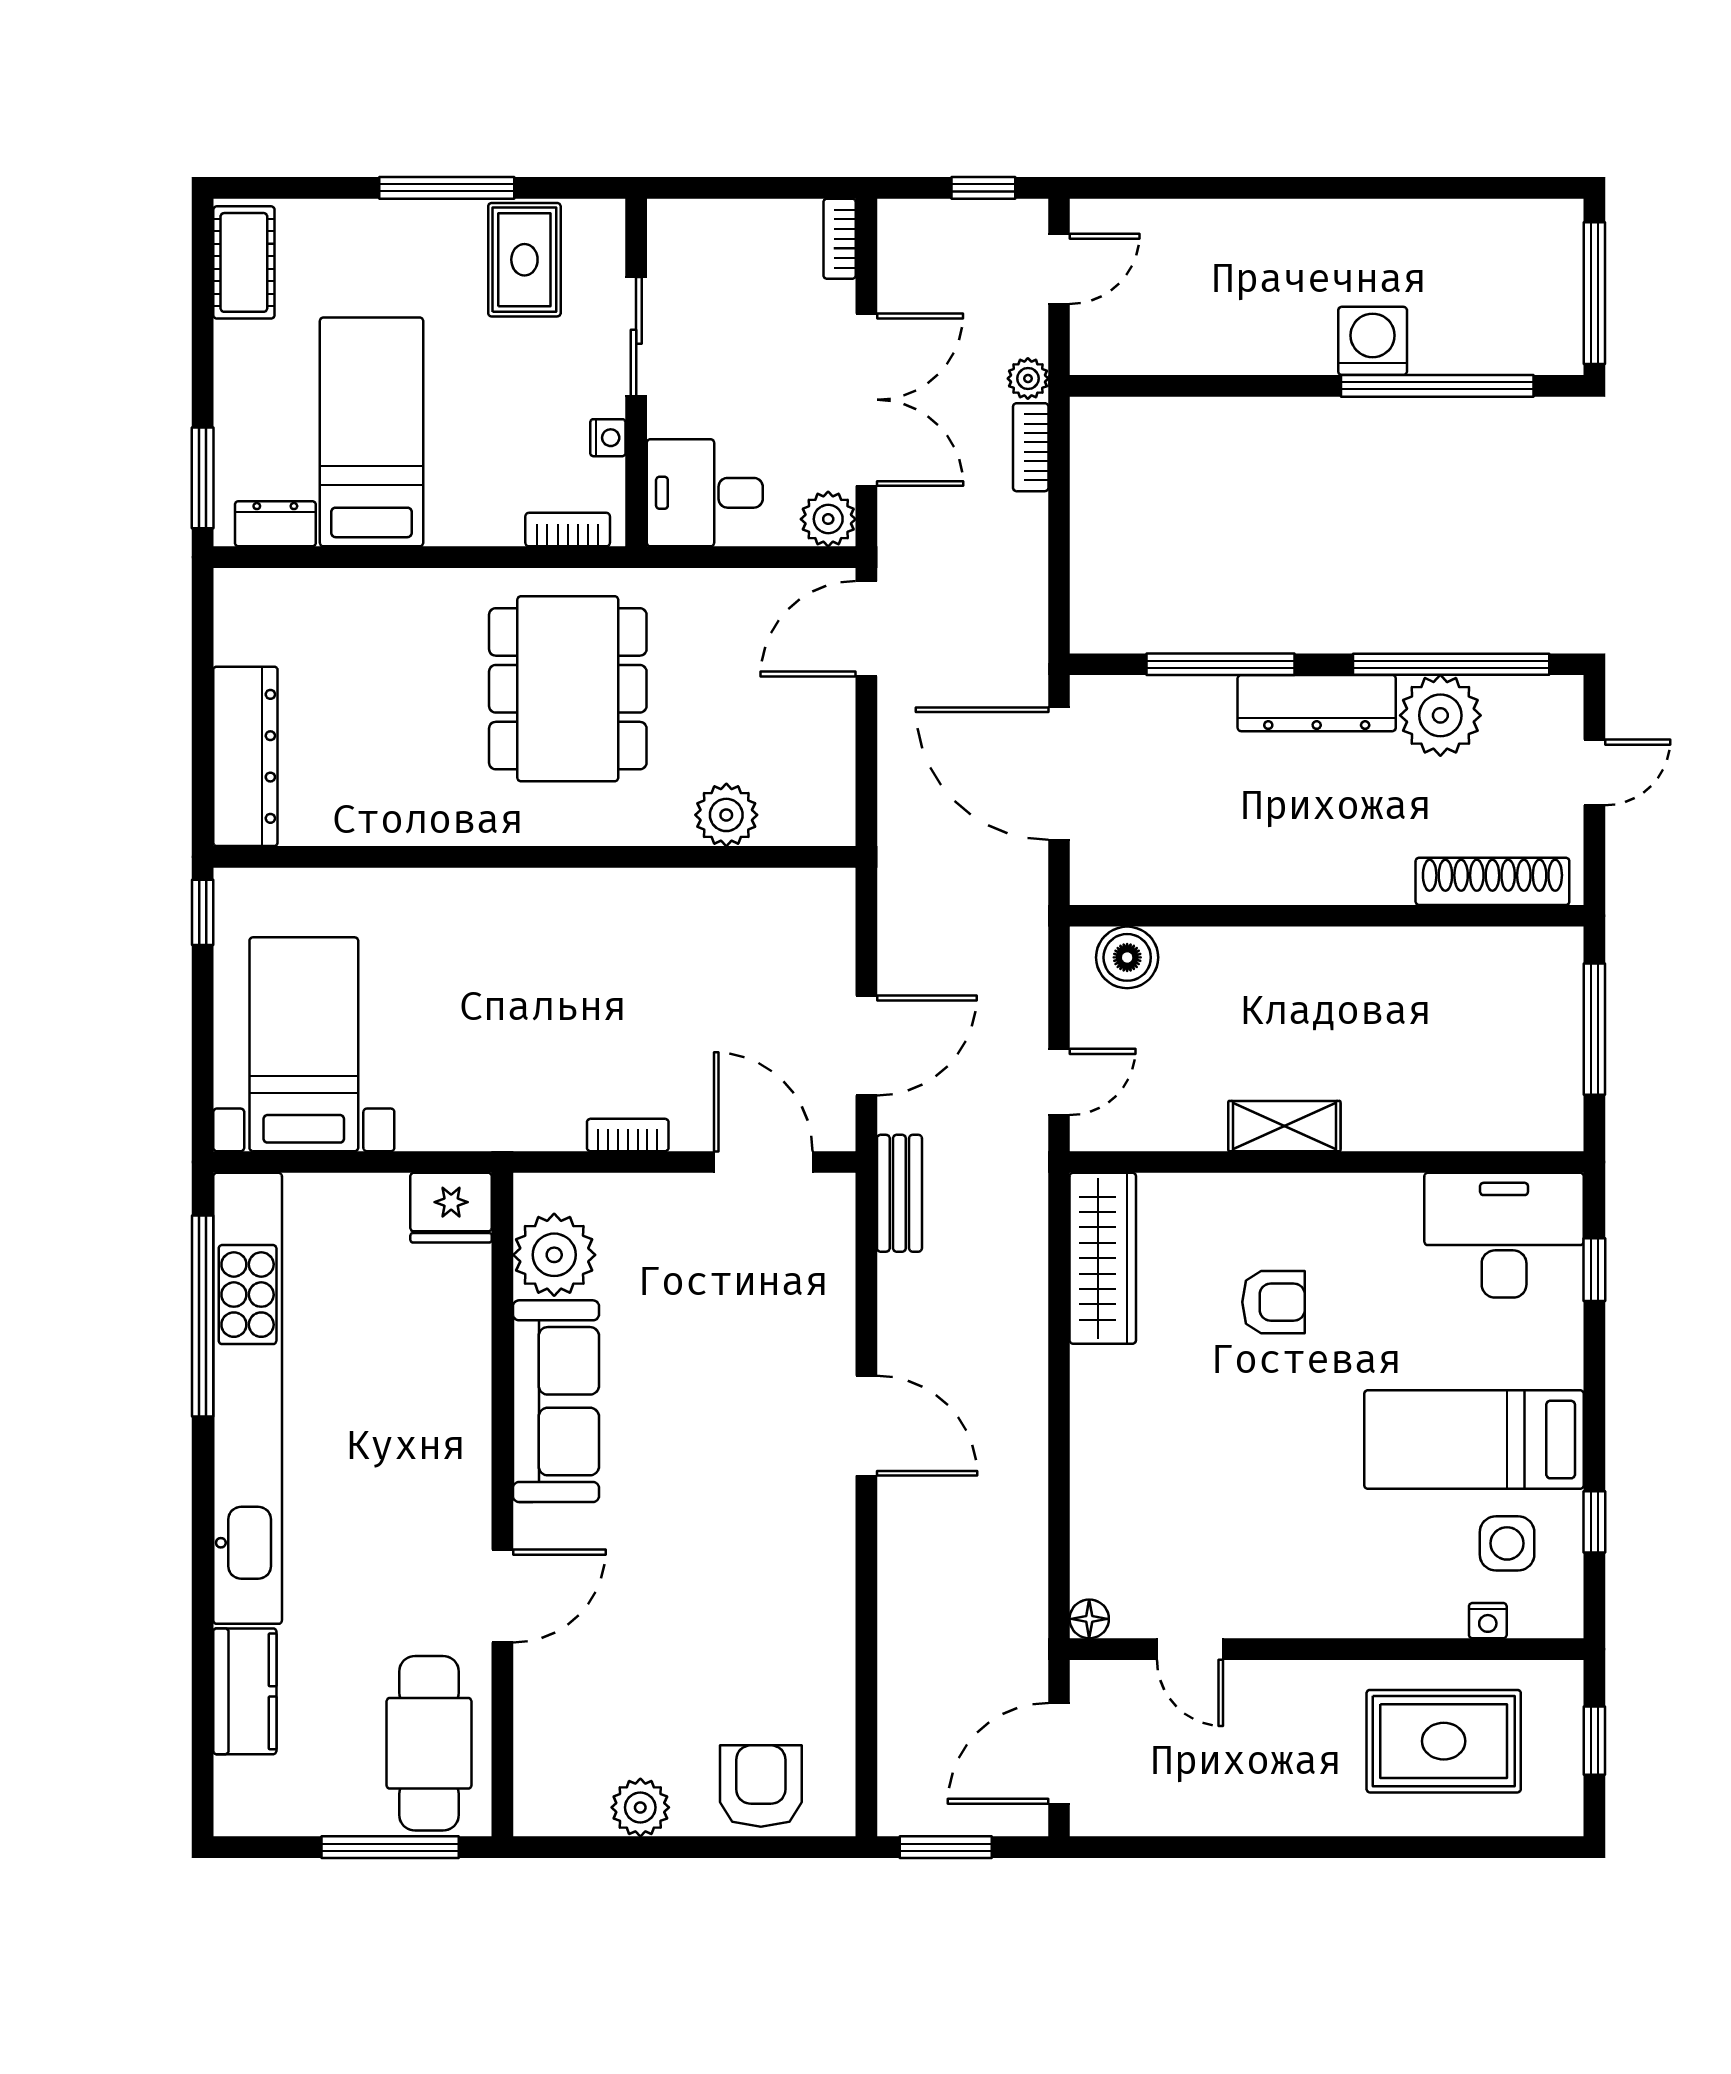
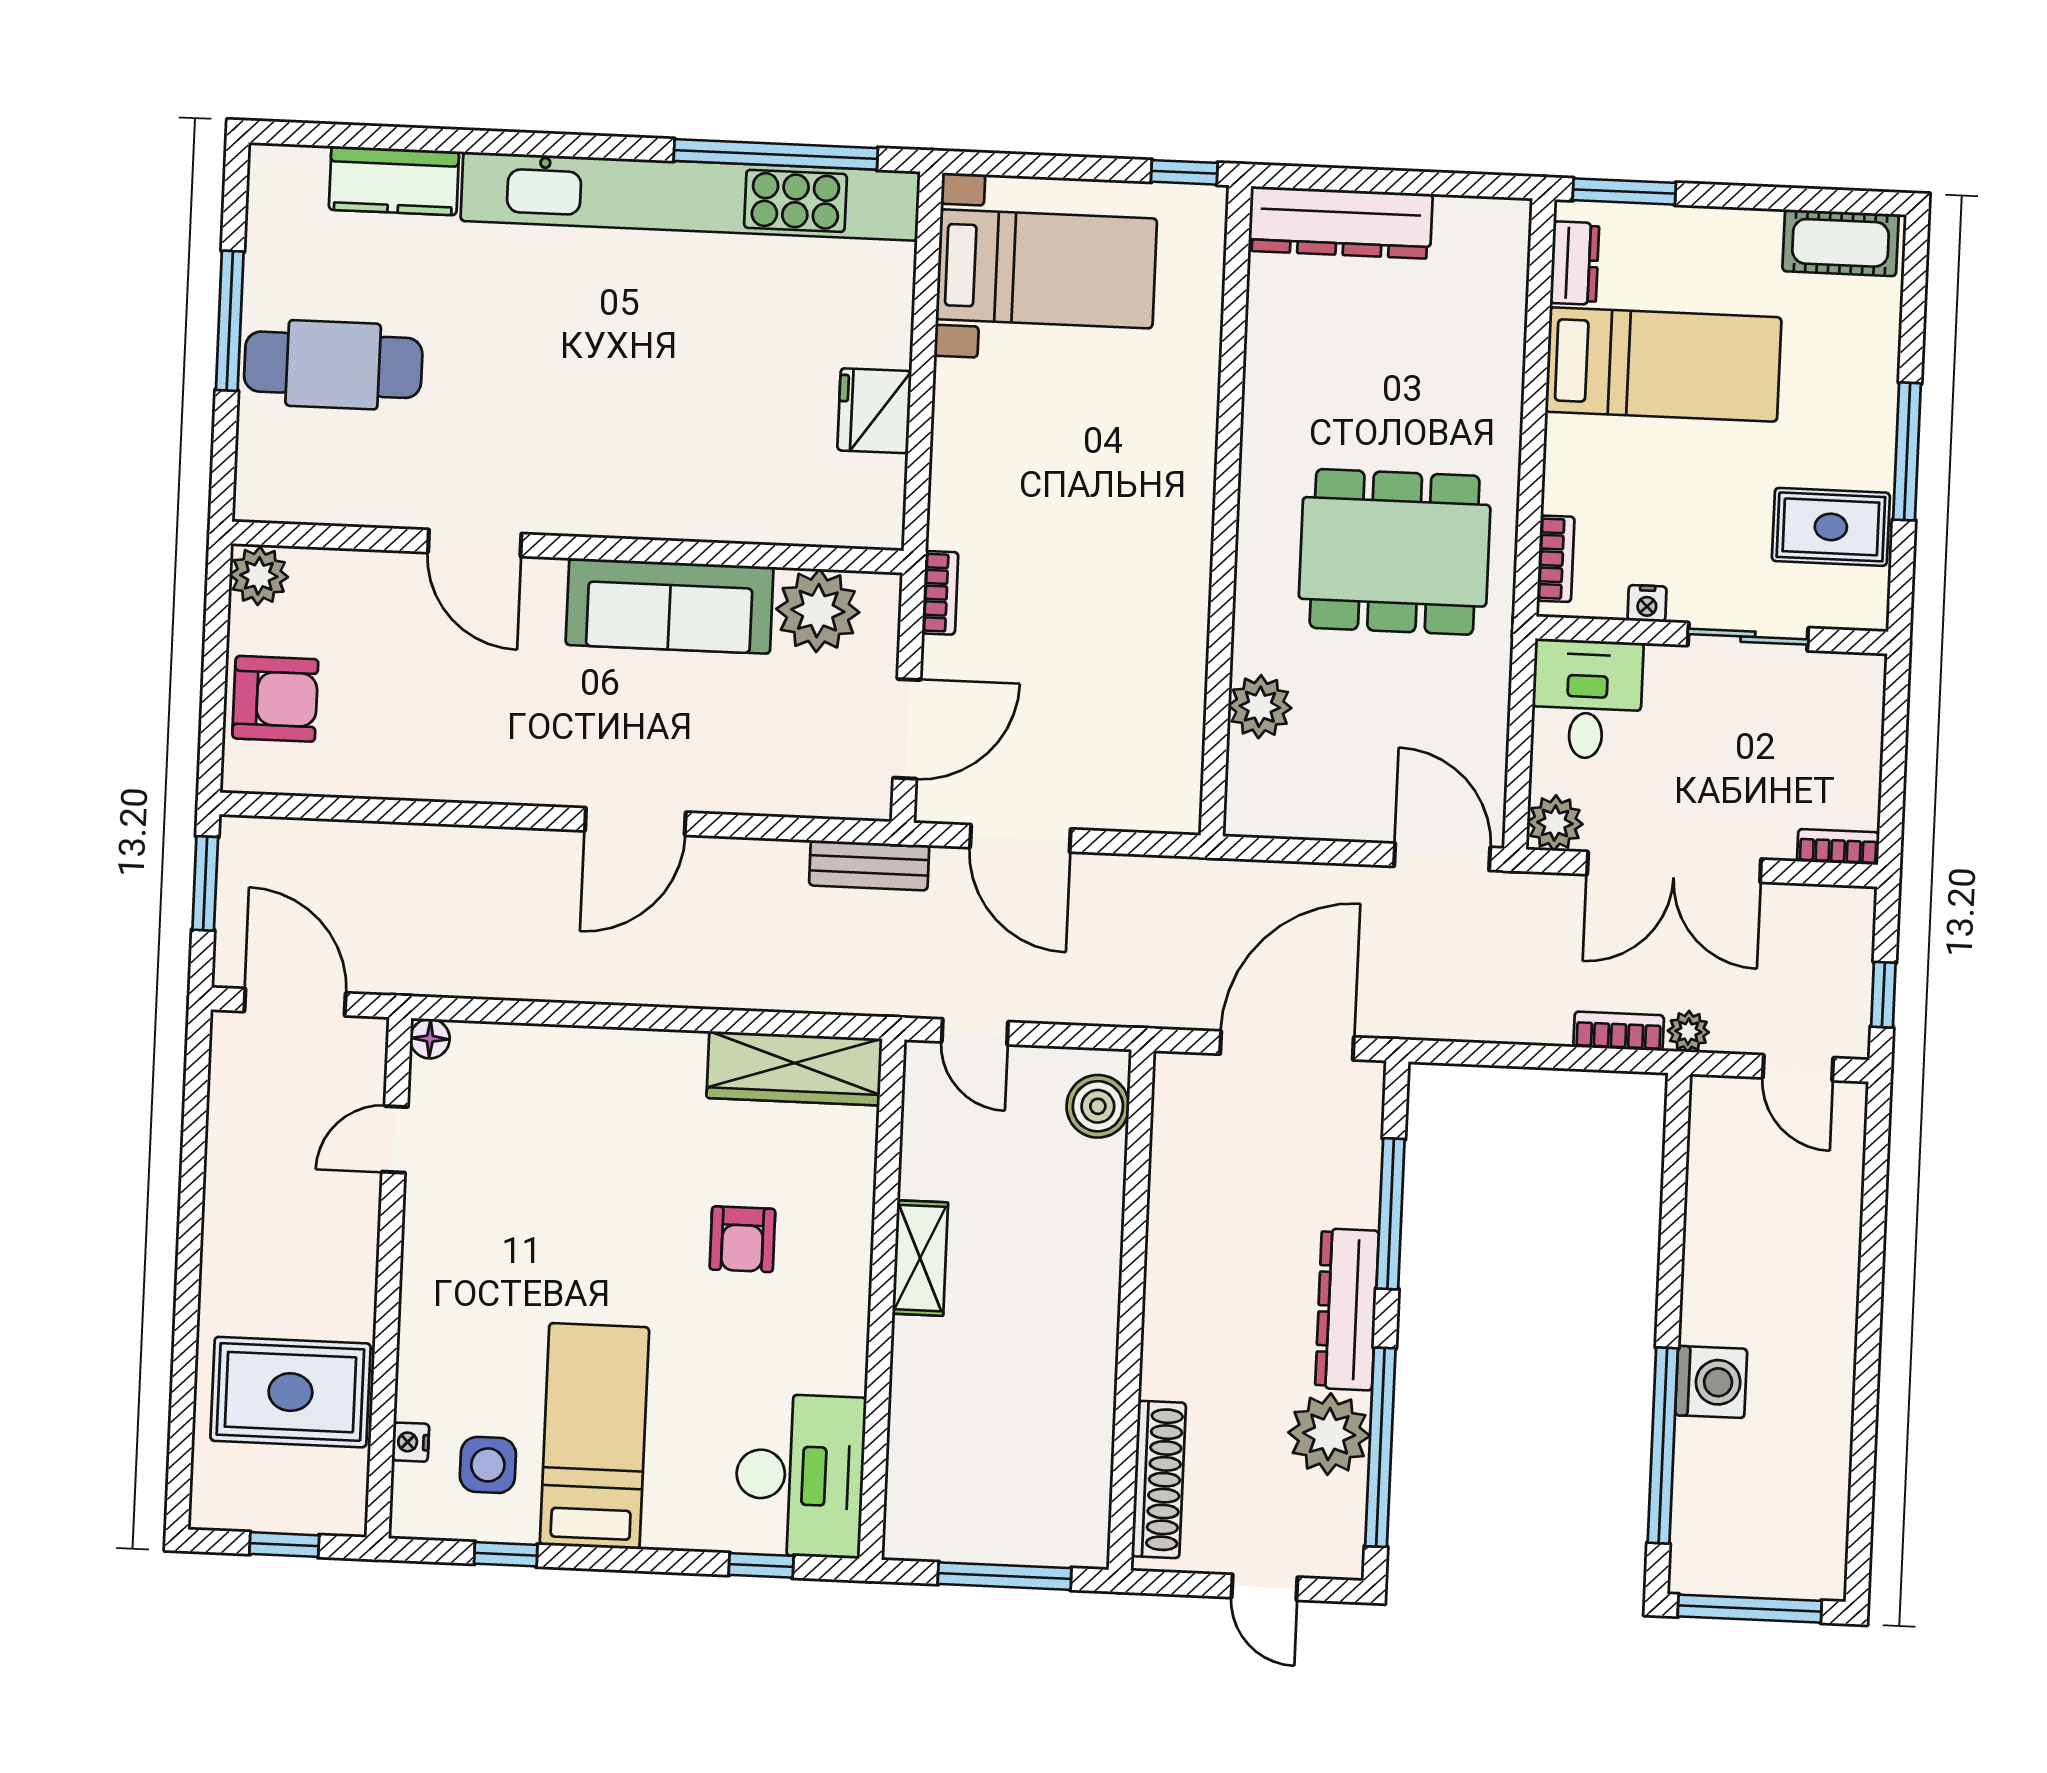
plant: (554, 1255) -> (818, 611), moved
sofa: (556, 1401) -> (670, 606), moved
wall: (502, 1505) -> (567, 547), moved
door: (502, 1596) -> (475, 543), moved
rug: (1444, 1741) -> (290, 1392), turned 90

